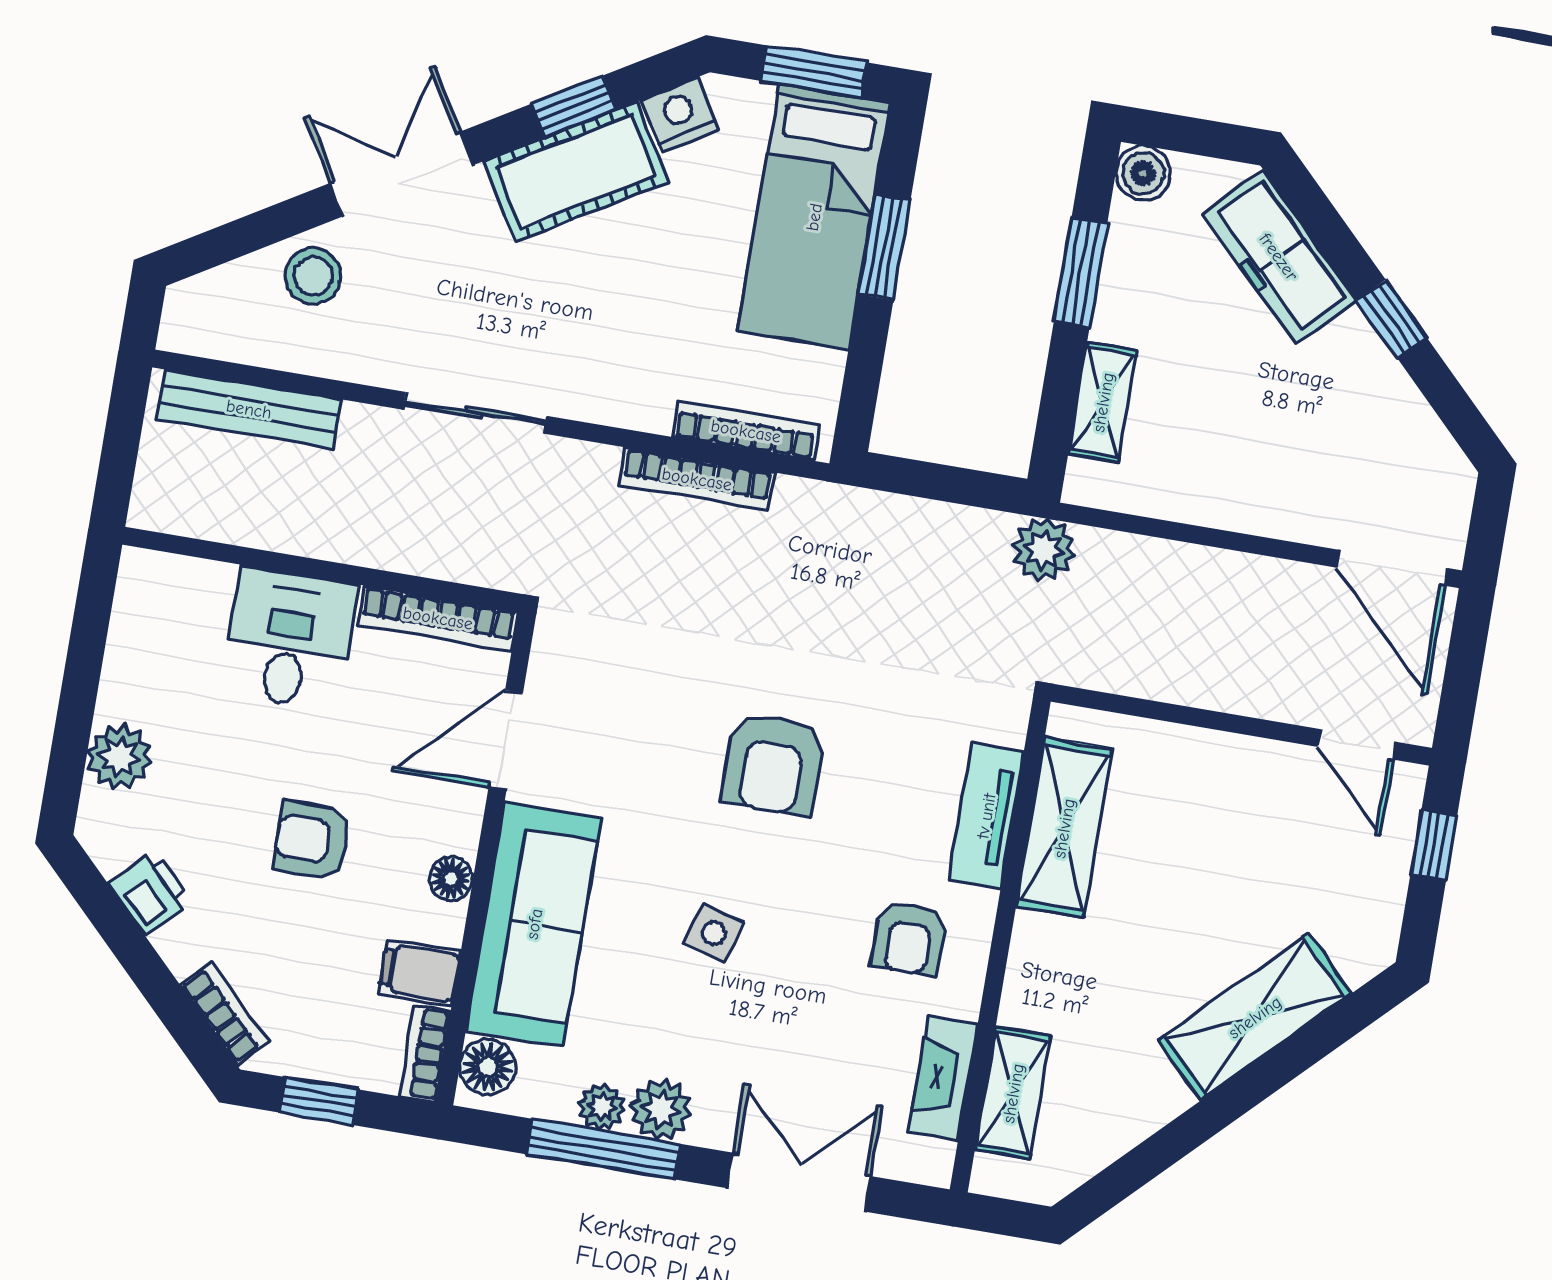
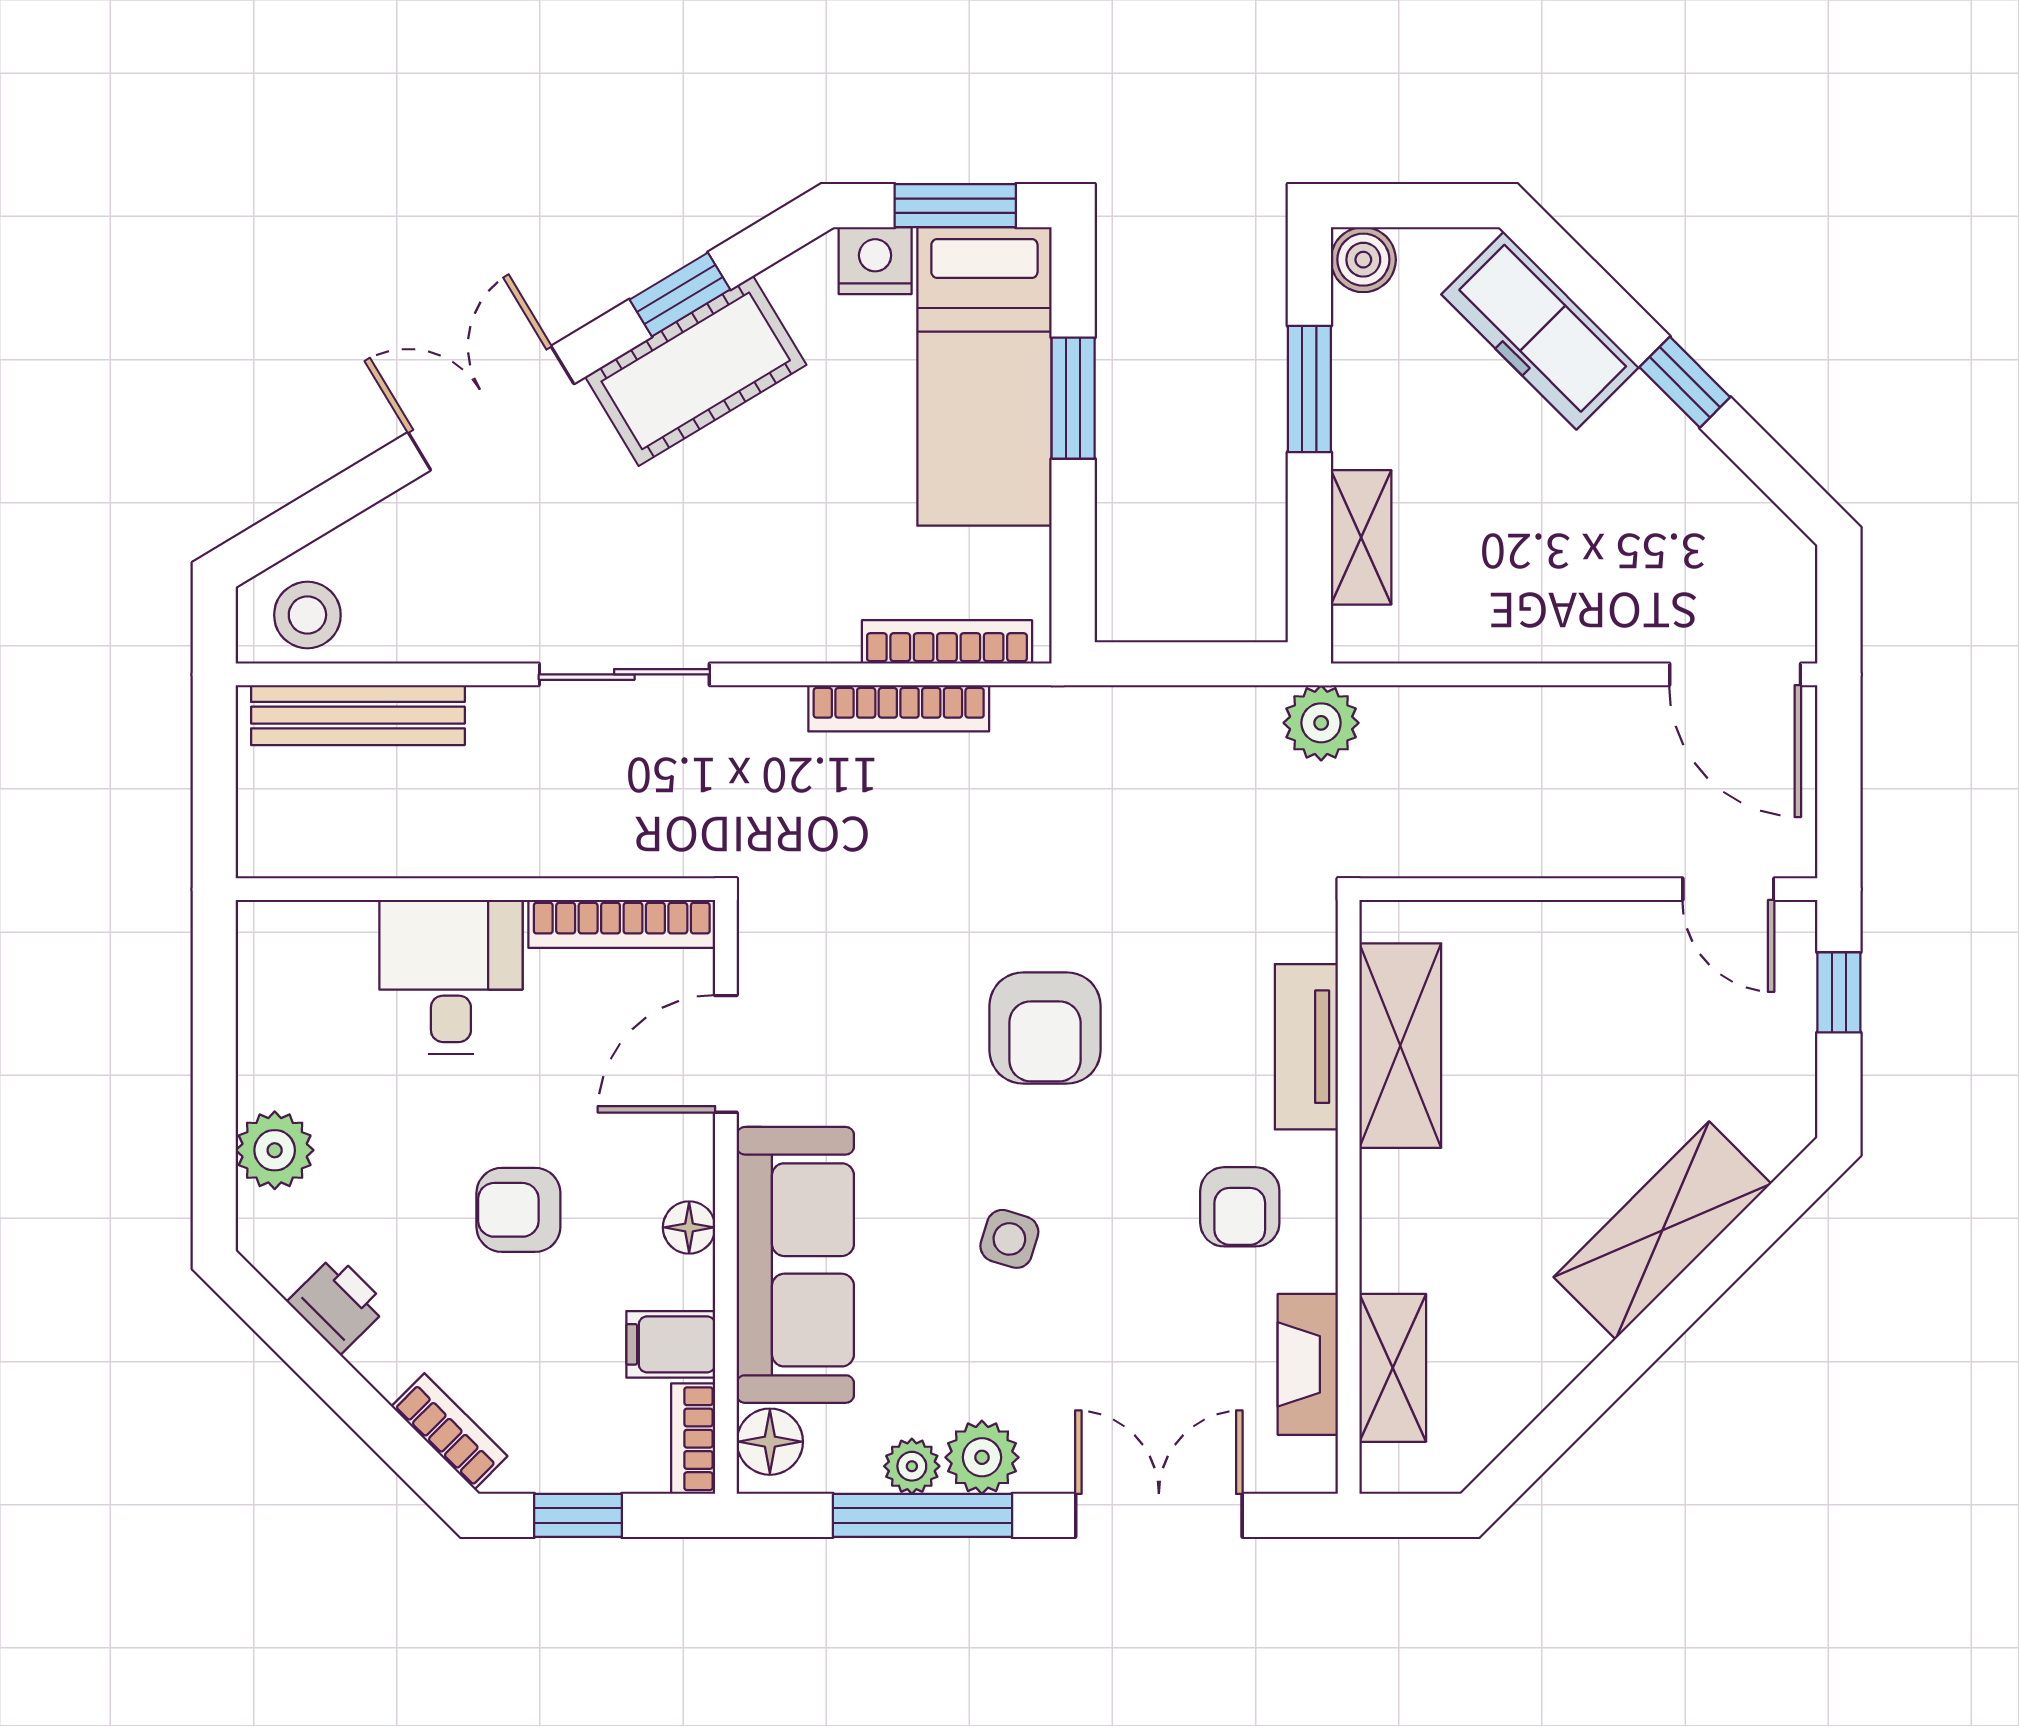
nightstand: (680, 114) -> (875, 261), moved, turned 31
stool: (313, 276) -> (307, 615), moved

